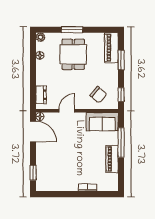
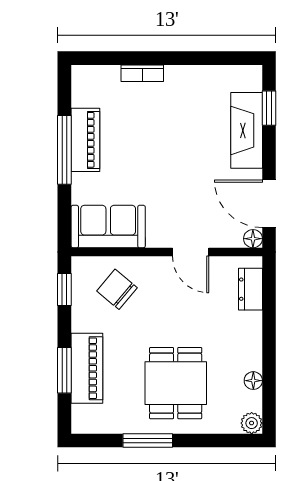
window: (72, 30) -> (148, 440), moved
piano: (111, 48) -> (87, 368), moved
door: (67, 111) -> (191, 252), hinge flipped
window: (121, 142) -> (64, 150), moved
fireplace: (43, 163) -> (247, 130), added

